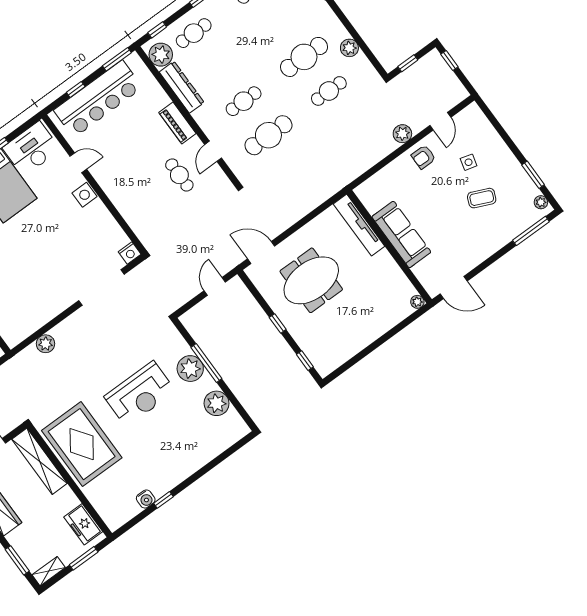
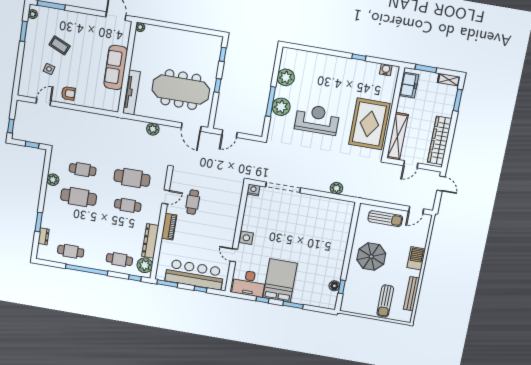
plant: (402, 134) -> (153, 129), moved
meeting table: (311, 280) -> (181, 90), width x1.36
water cooler: (146, 499) -> (386, 70), moved

